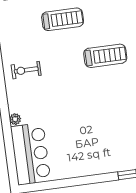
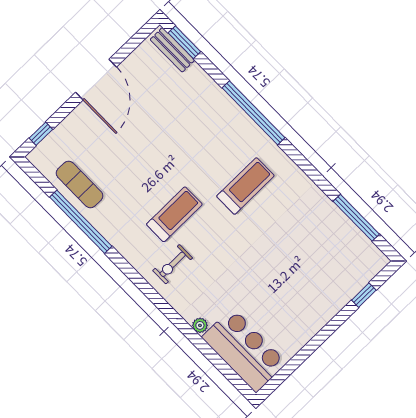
treadmill: (63, 19) -> (174, 214), moved

